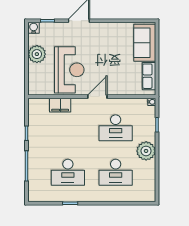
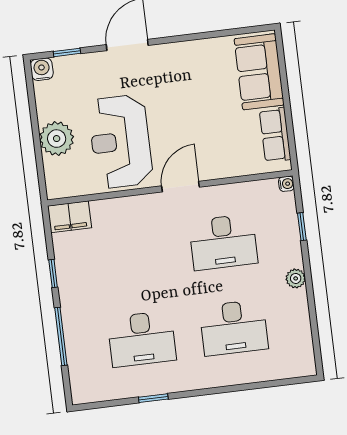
plant: (37, 54) -> (57, 139), moved
reception desk: (69, 70) -> (120, 142), turned 180
filing cabinet: (60, 105) -> (70, 217), moved
plant: (146, 151) -> (296, 278), width x0.53, depth x0.53

